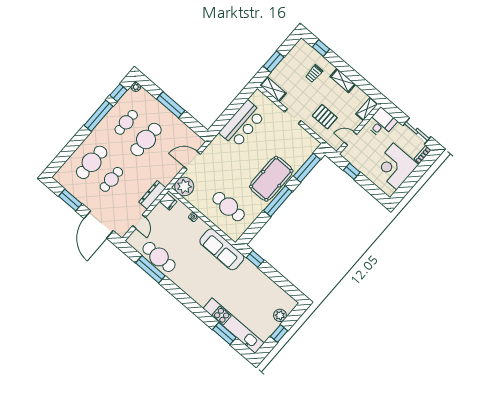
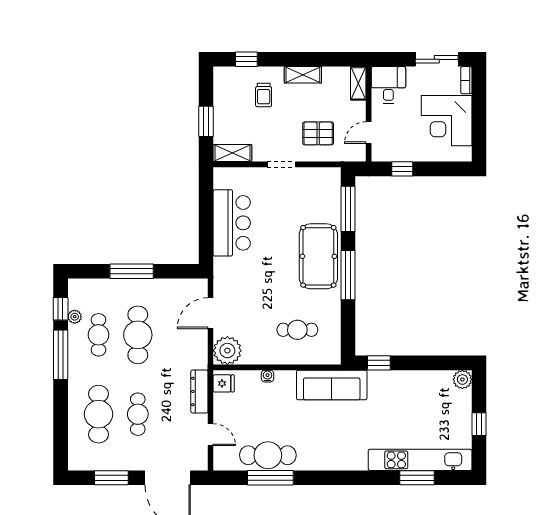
plant: (136, 87) -> (75, 317), moved
cafe table: (229, 207) -> (297, 330), width x0.73, depth x0.74
plant: (280, 315) -> (462, 379), moved

